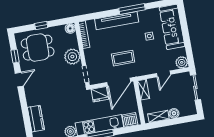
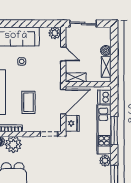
plant: (72, 57) -> (13, 144), moved
coffee table: (123, 58) -> (28, 102), moved
door: (119, 82) -> (63, 102), hinge flipped

